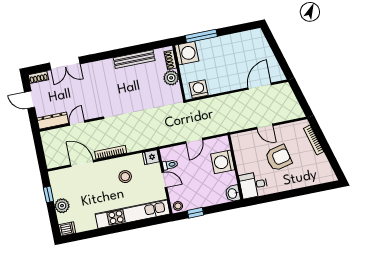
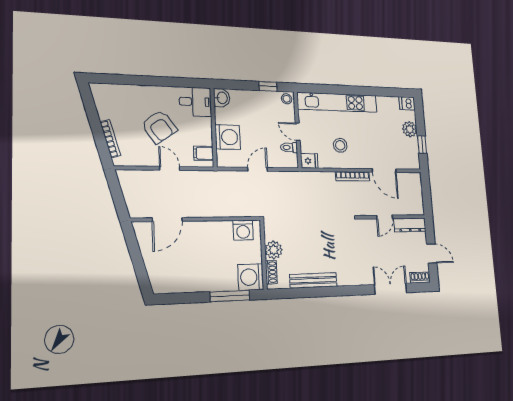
filing cabinet: (240, 144) -> (203, 153), added
armchair: (278, 158) -> (159, 127), turned -112

